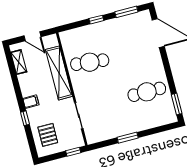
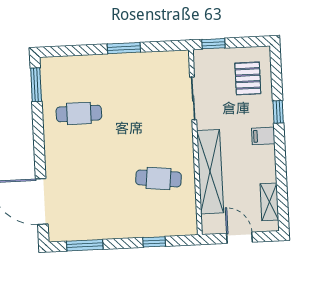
window: (96, 20) -> (154, 242), moved
cafe table: (90, 62) -> (159, 178), width x0.73, depth x0.74
cafe table: (147, 92) -> (79, 113), width x0.73, depth x0.74

